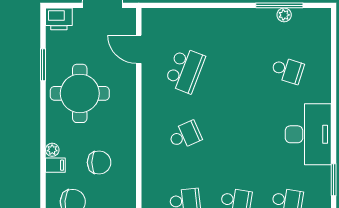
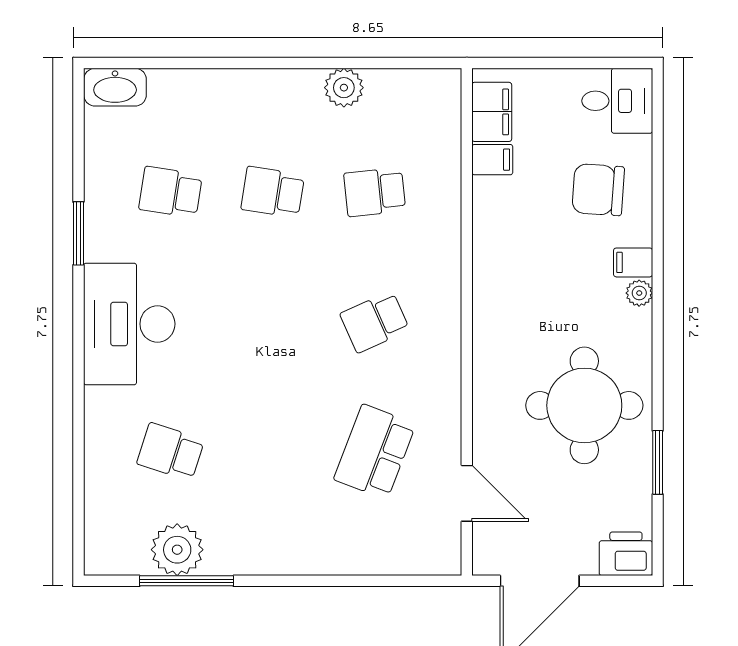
plant: (284, 15) -> (177, 550), width x1.88, depth x1.88
chair: (99, 162) -> (546, 268), removed

